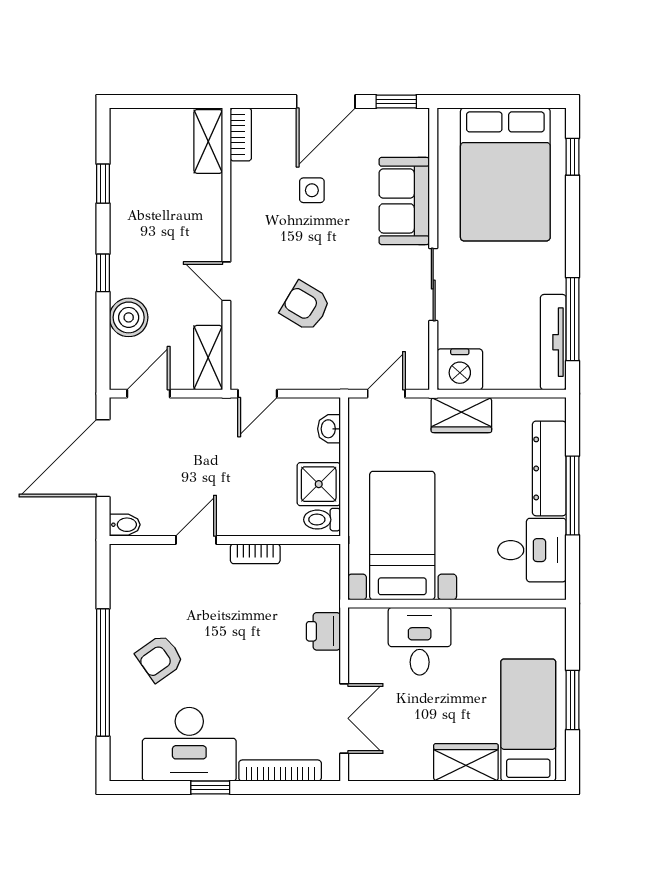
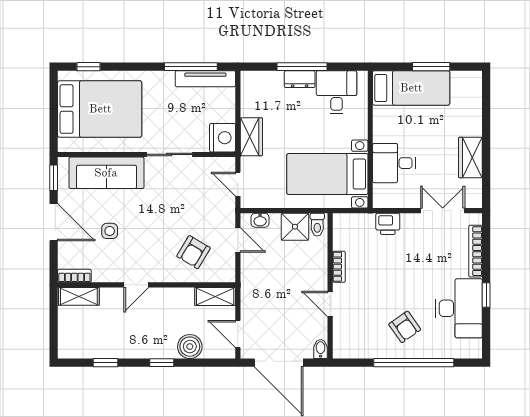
sofa: (404, 201) -> (106, 173), width x1.36
door: (226, 281) -> (136, 285), moved
armchair: (305, 306) -> (193, 252), moved
door: (257, 394) -> (238, 240), moved
dresser: (549, 468) -> (300, 79), width x0.51, depth x0.80
bed: (528, 720) -> (411, 88), moved, turned 180
wardrobe: (466, 762) -> (470, 157), moved

